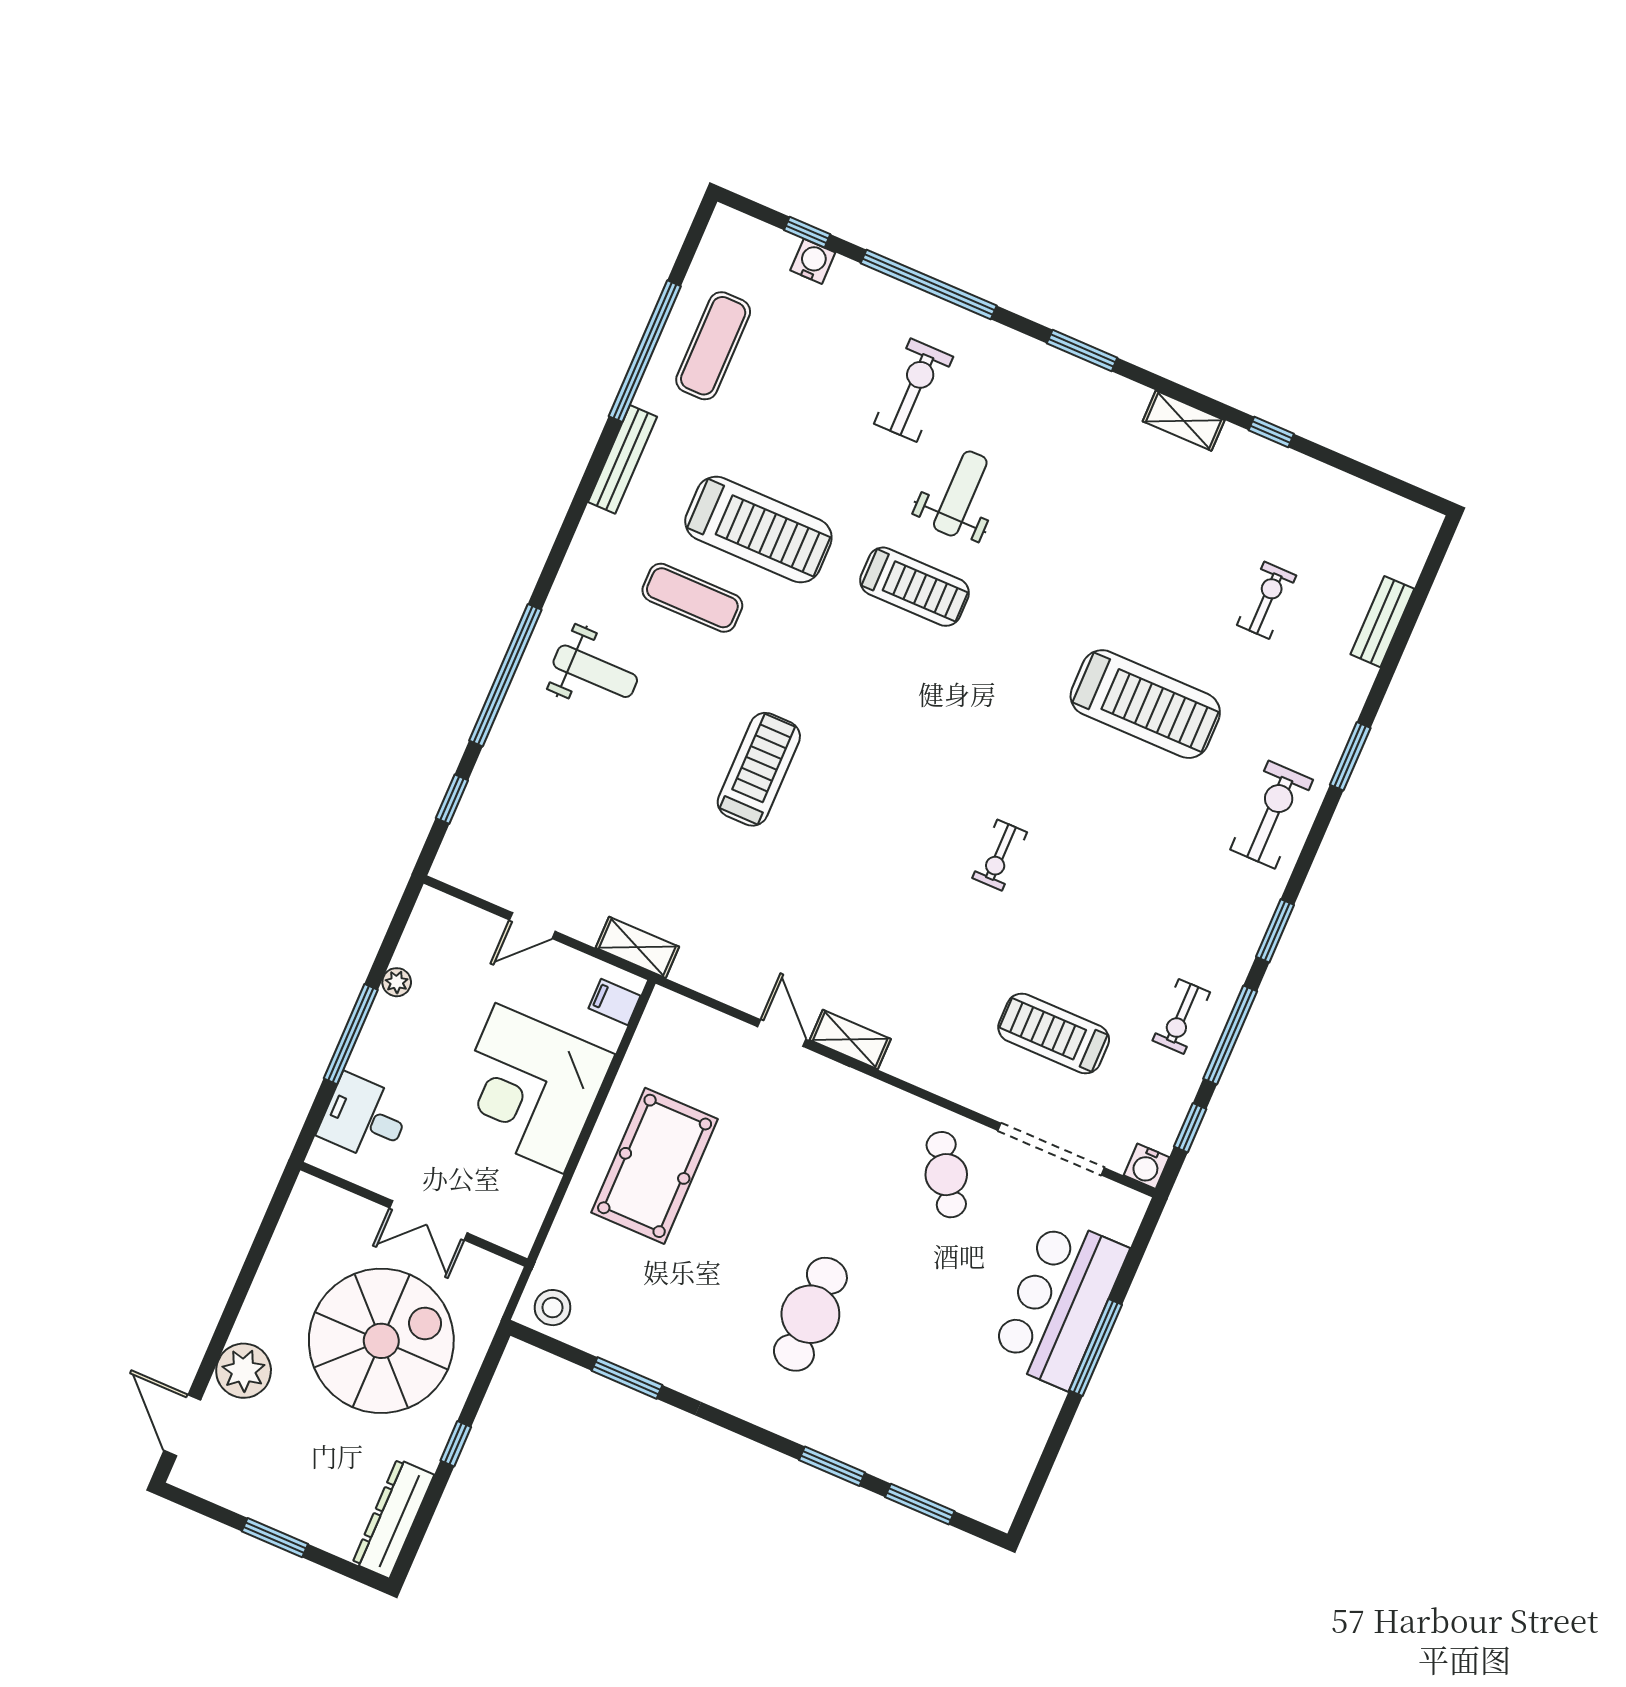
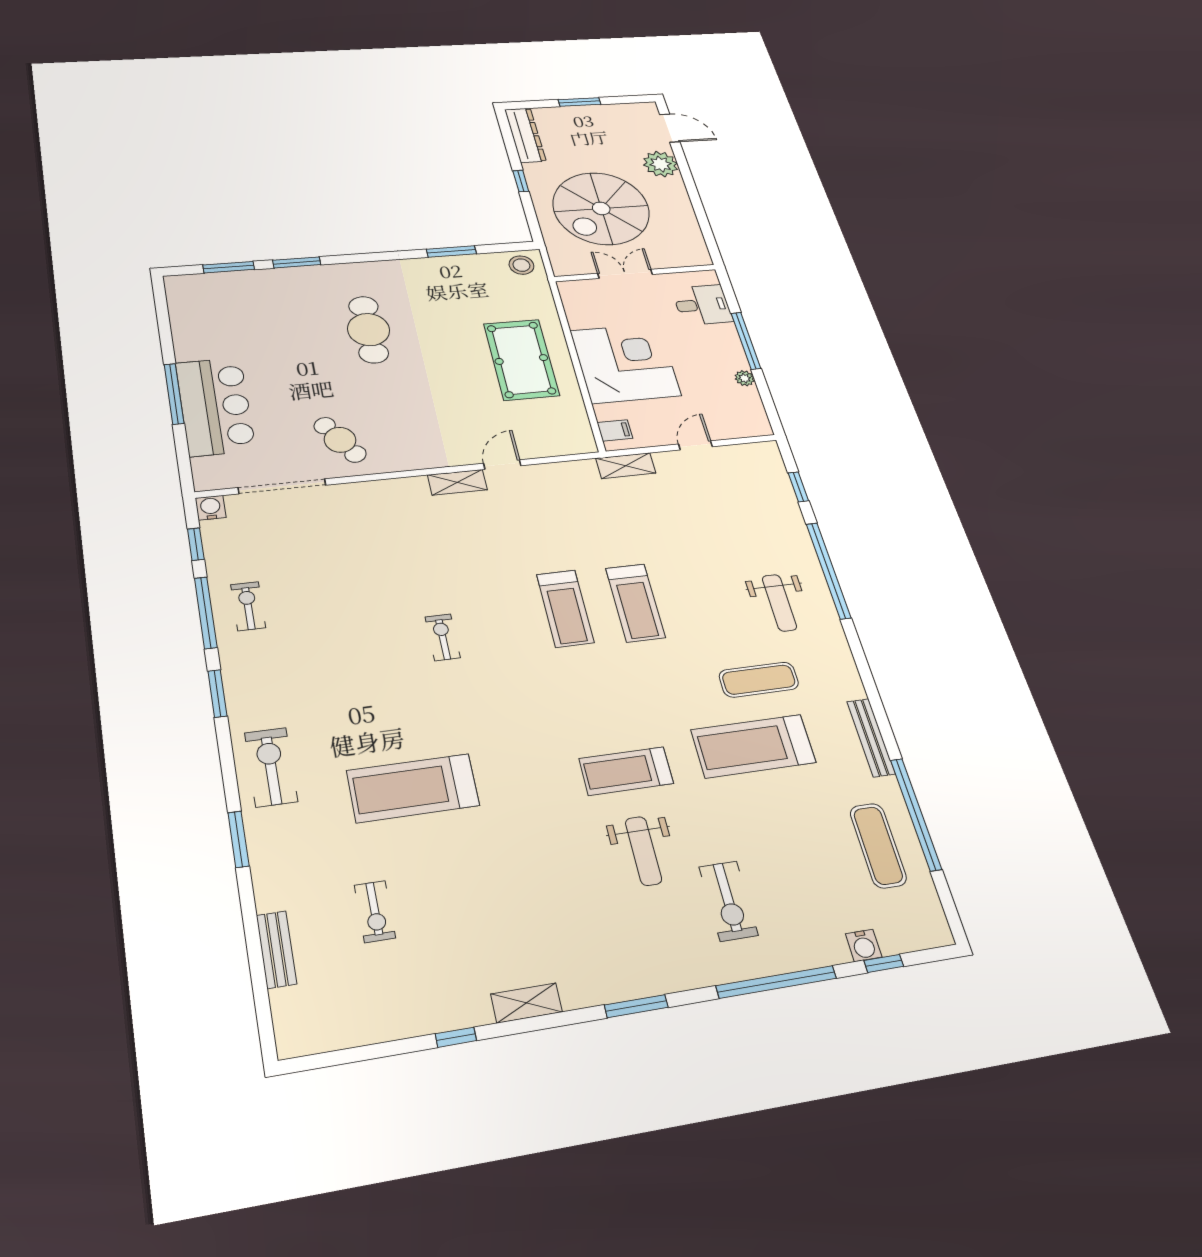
weight bench: (595, 671) -> (779, 603), turned -90
exercise bike: (1272, 815) -> (271, 767), turned 180
door: (782, 1033) -> (502, 465), swing flipped
treadmill: (1054, 1033) -> (565, 608), moved, turned 90

